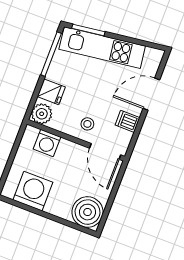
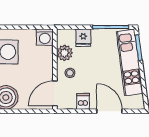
plant: (42, 114) -> (65, 53), moved
washing machine: (47, 143) -> (45, 37), moved, turned -90

